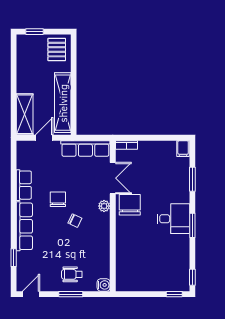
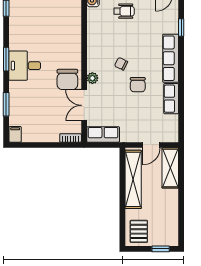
row of seats: (85, 148) -> (103, 134), width x0.68

